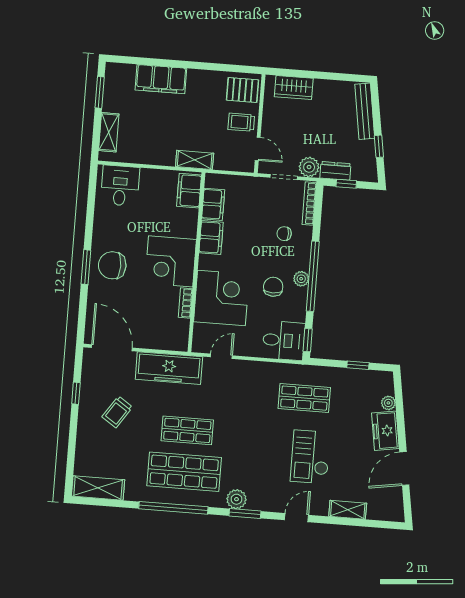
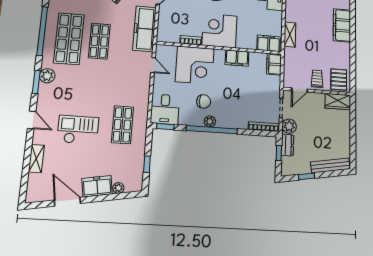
wardrobe: (294, 87) -> (338, 102), moved, turned -90
shelving: (195, 160) -> (290, 35), moved
filing cabinet: (213, 204) -> (274, 64), moved, turned 90
chair: (284, 234) -> (242, 109), removed

